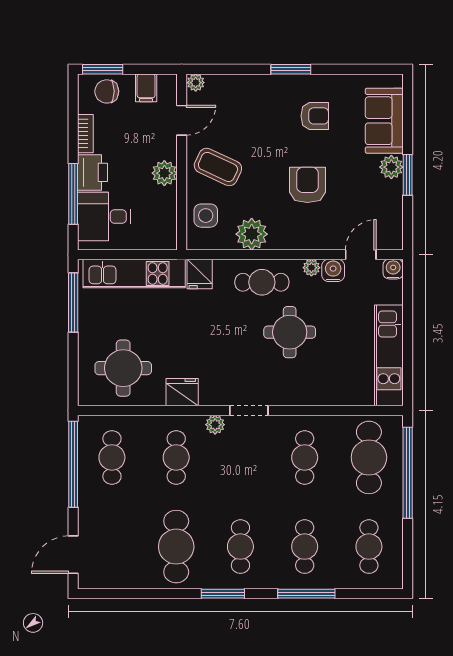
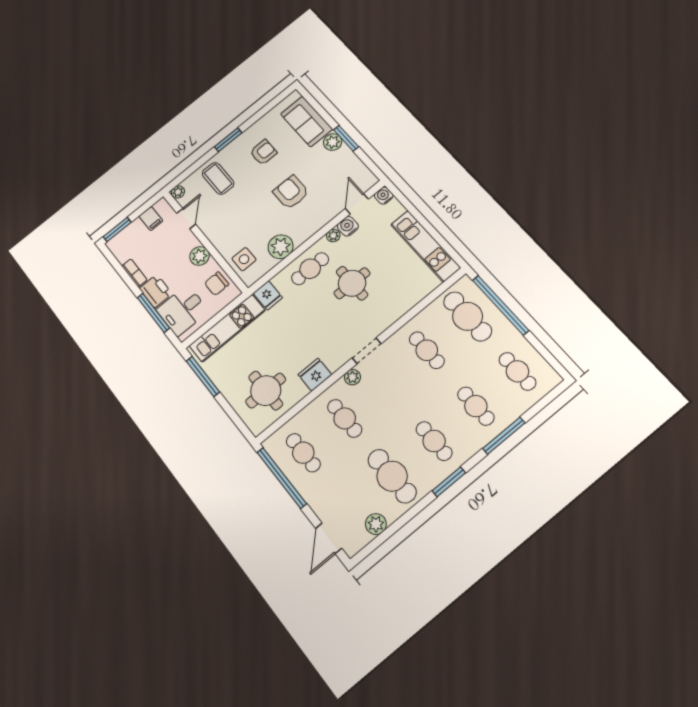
chair: (107, 91) -> (217, 284), moved
coffee table: (218, 167) -> (218, 178), moved, turned 65
plant: (126, 577) -> (376, 524), added

